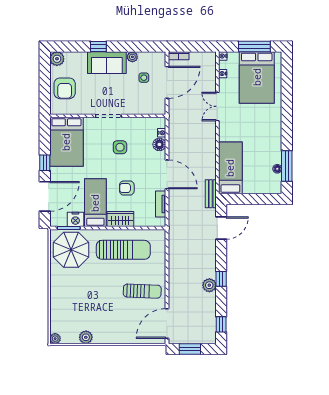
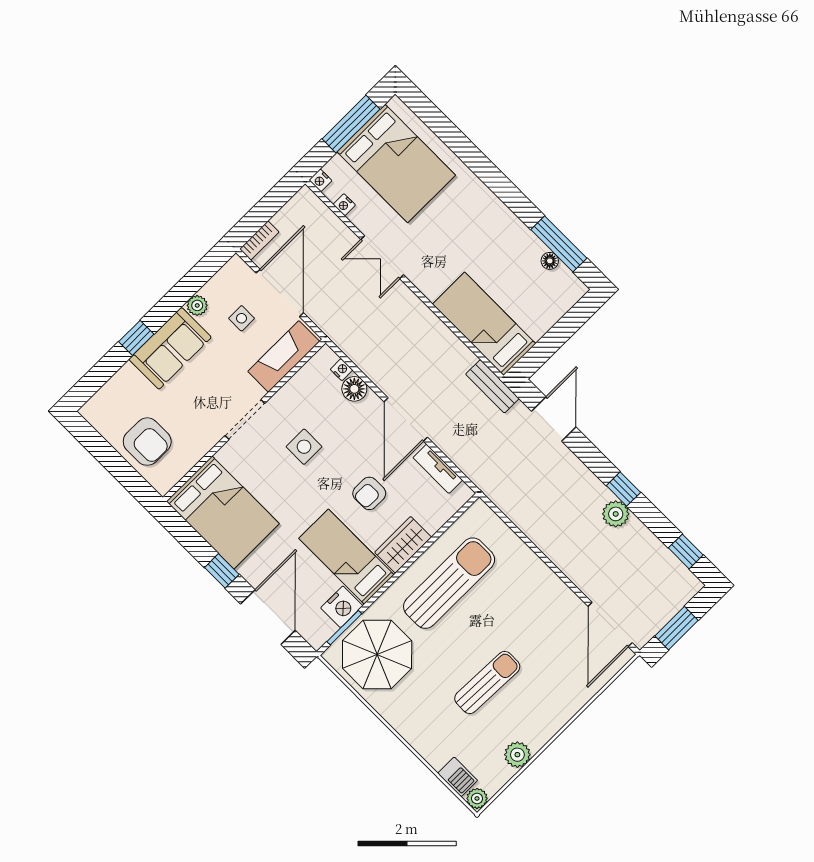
plant: (57, 59) -> (96, 411), removed
fireplace: (145, 107) -> (284, 356), added
door: (167, 174) -> (406, 420), swing flipped
sun lounger: (142, 291) -> (487, 682), moved
barbecue: (56, 324) -> (458, 777), added

